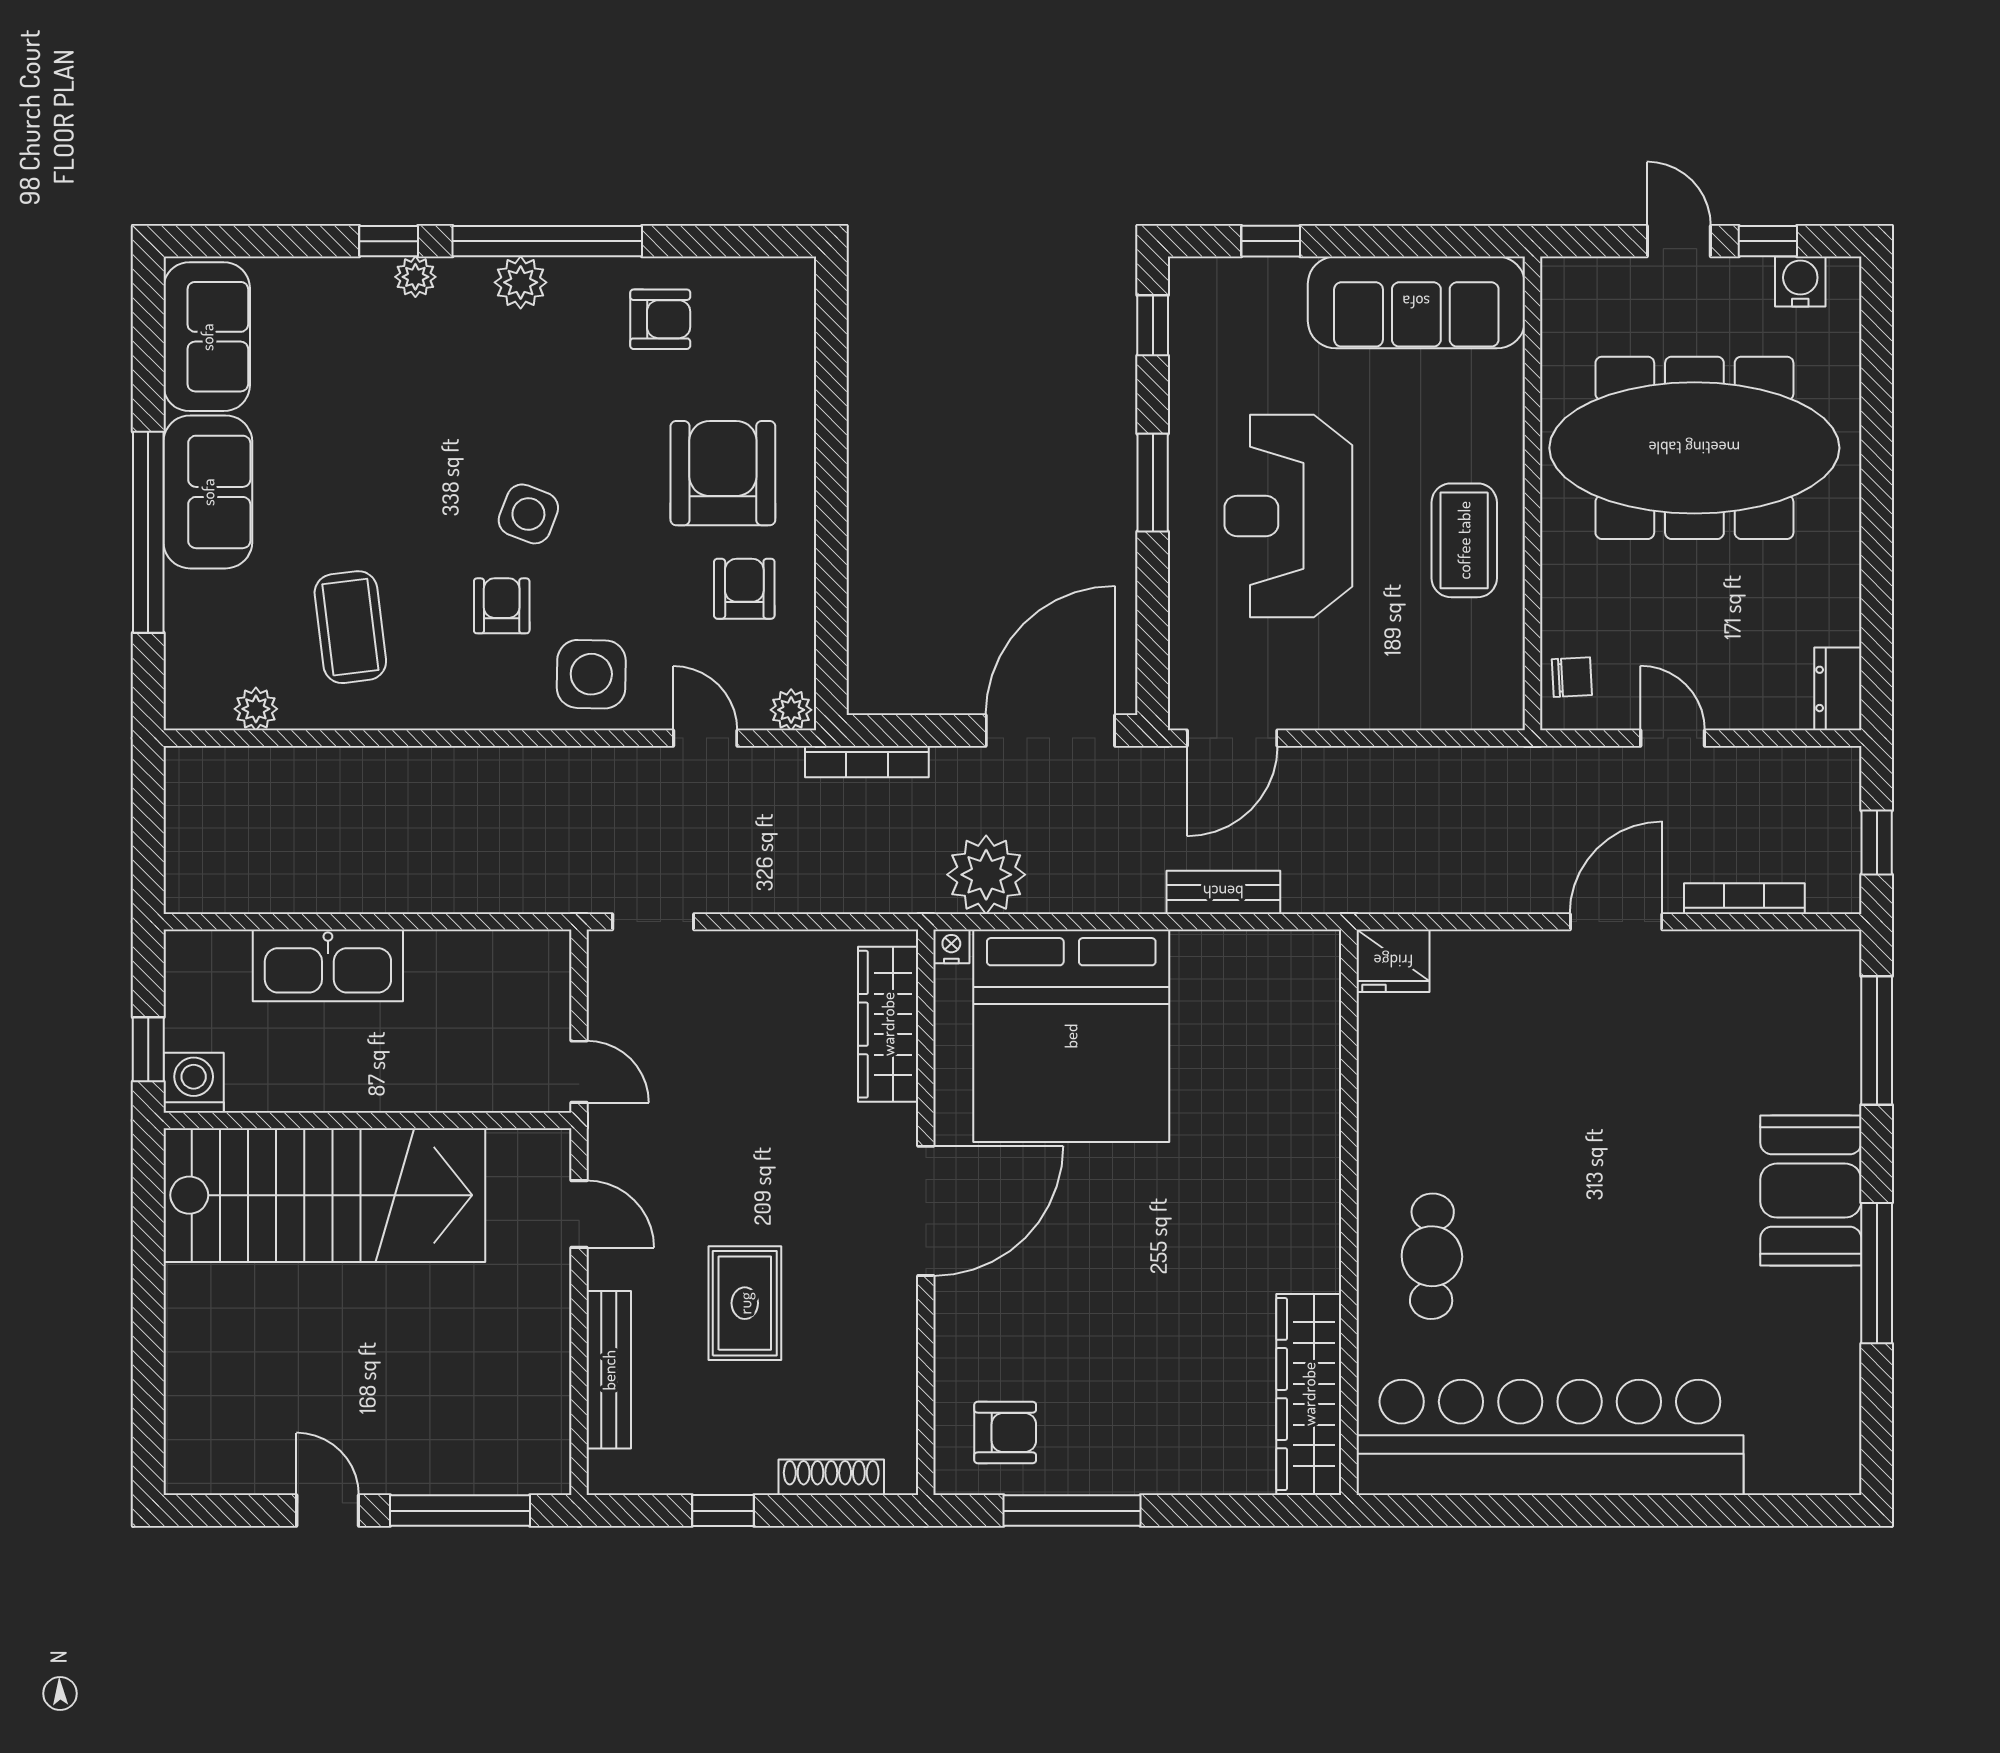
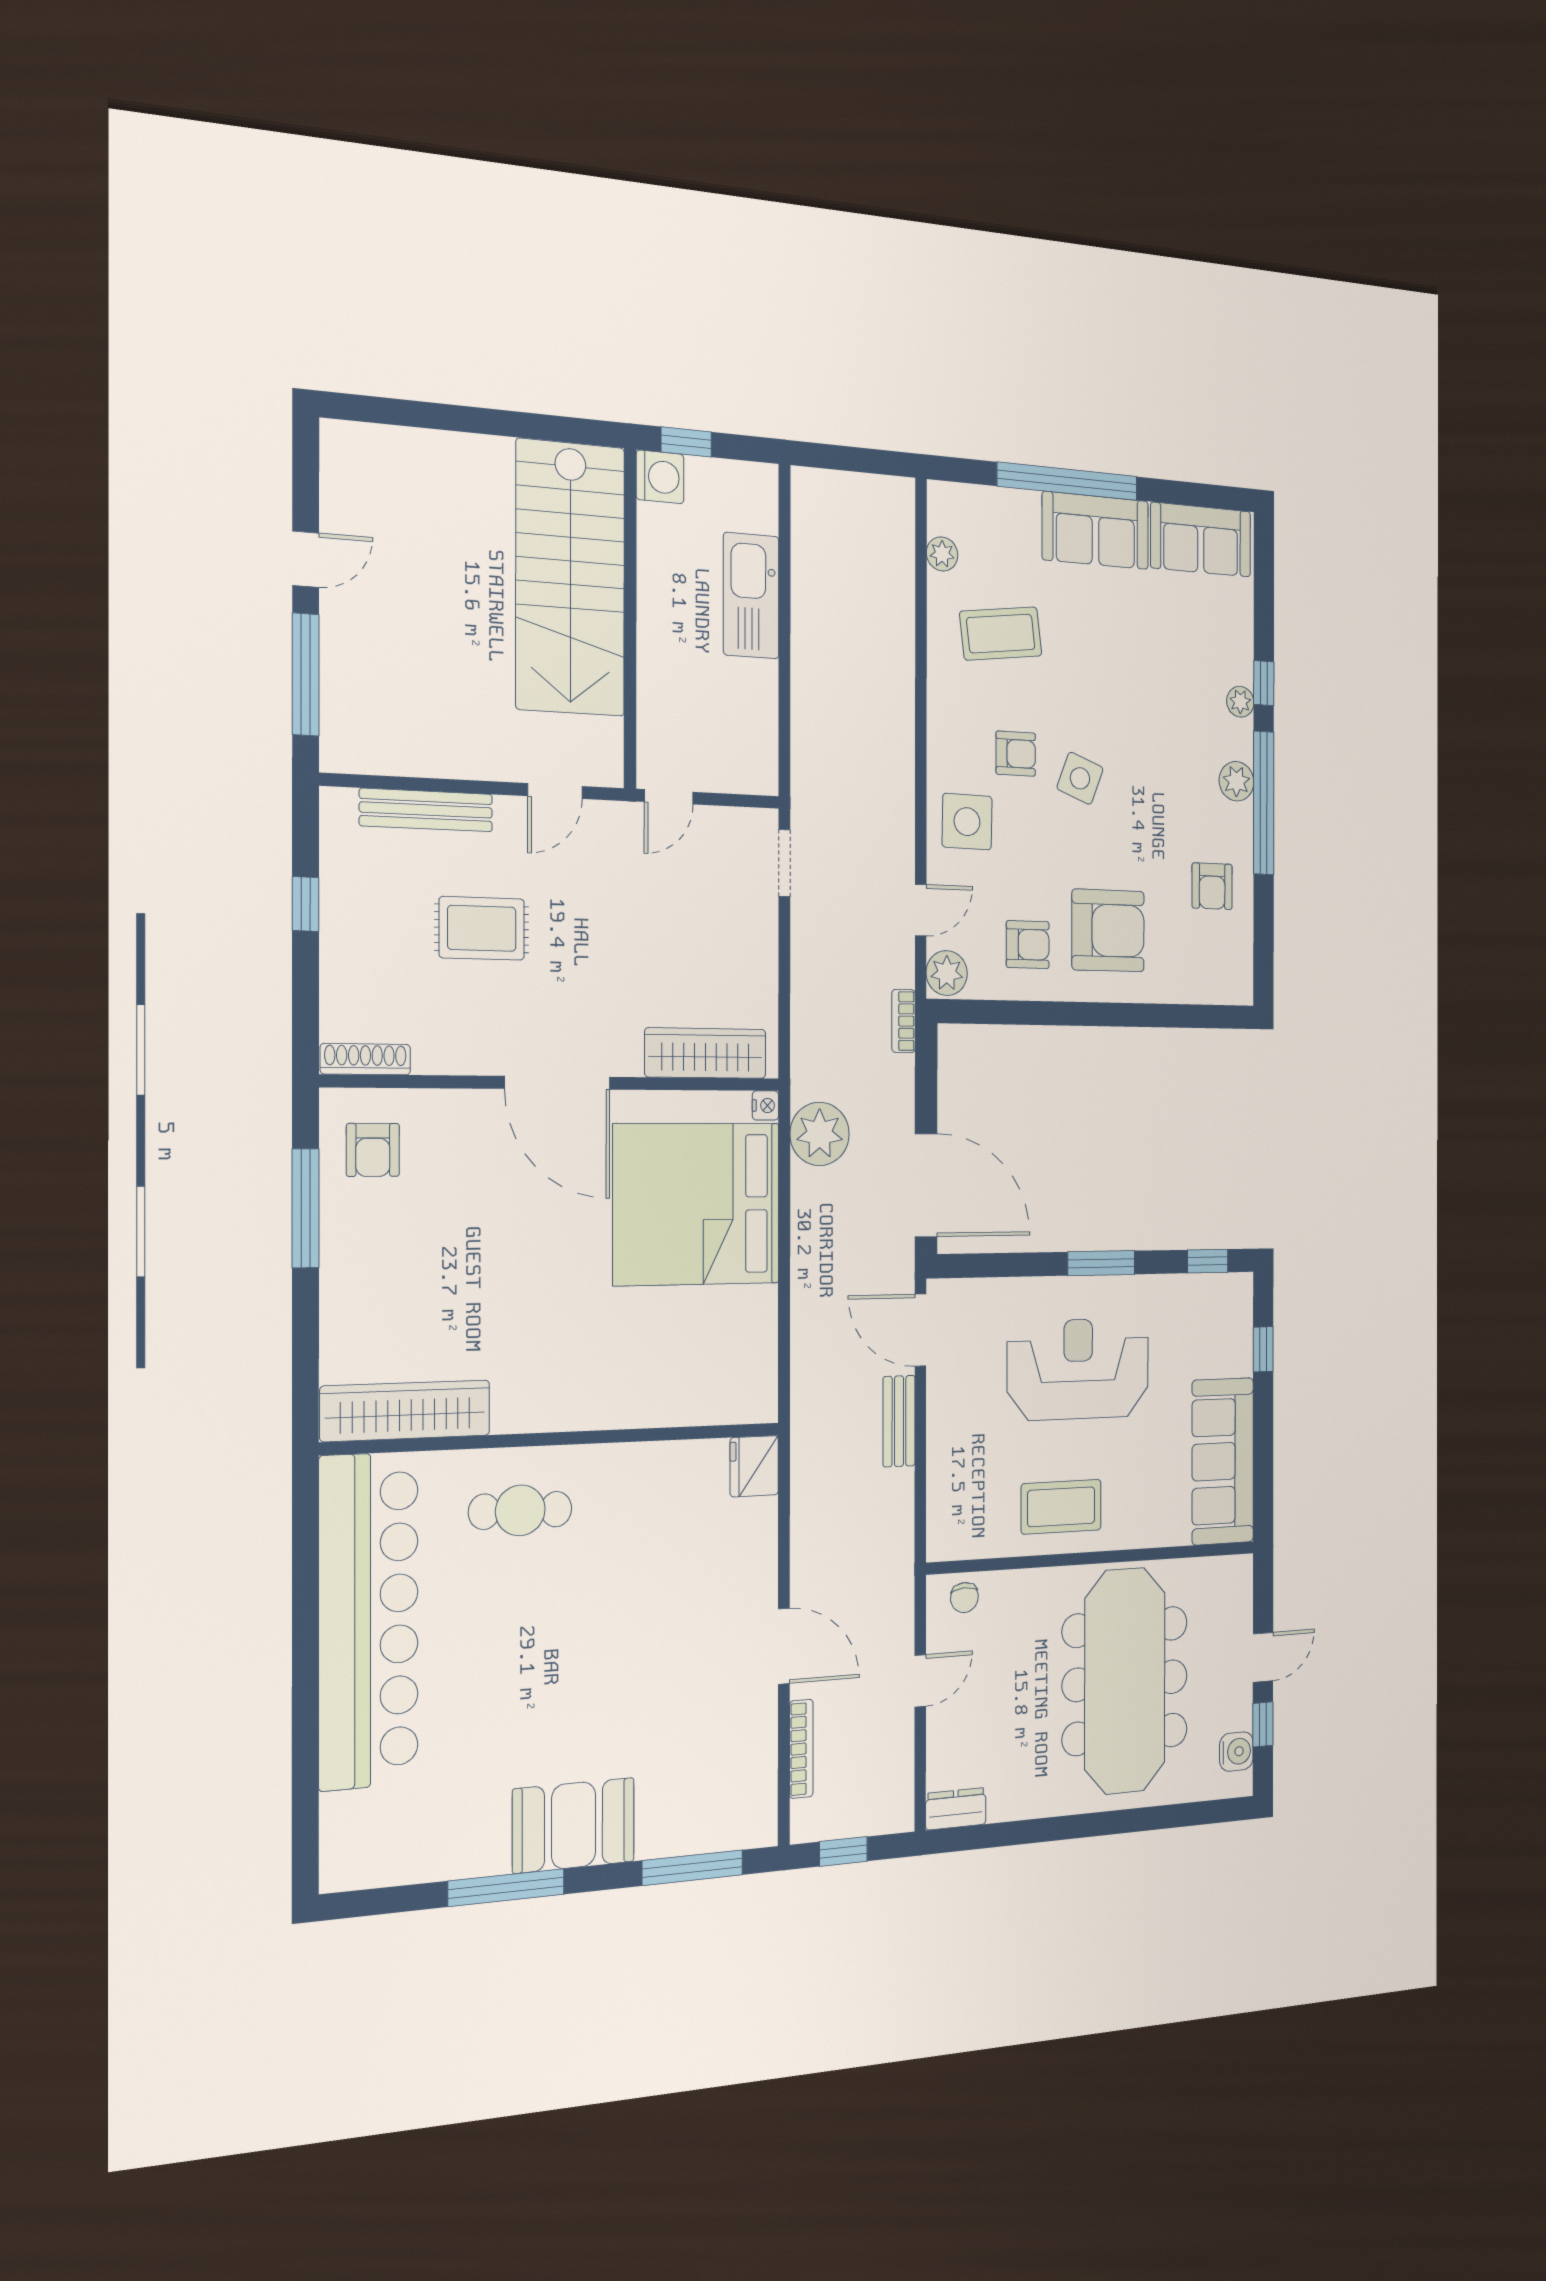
plant: (791, 710) -> (947, 973), width x1.38, depth x1.38
bookcase: (867, 762) -> (904, 1021), width x0.64
bench: (1223, 892) -> (899, 1421), moved
shoe rack: (831, 1477) -> (365, 1059), moved, turned -90

